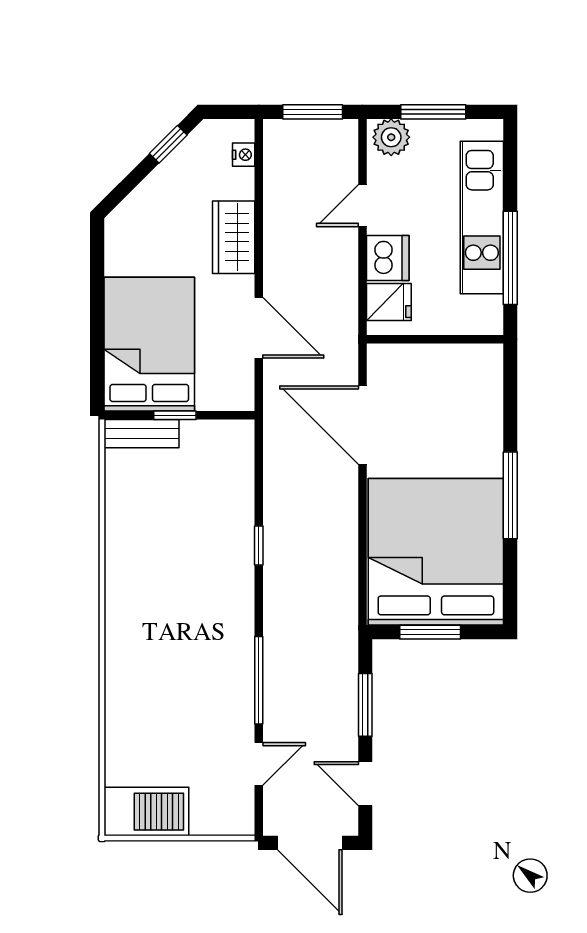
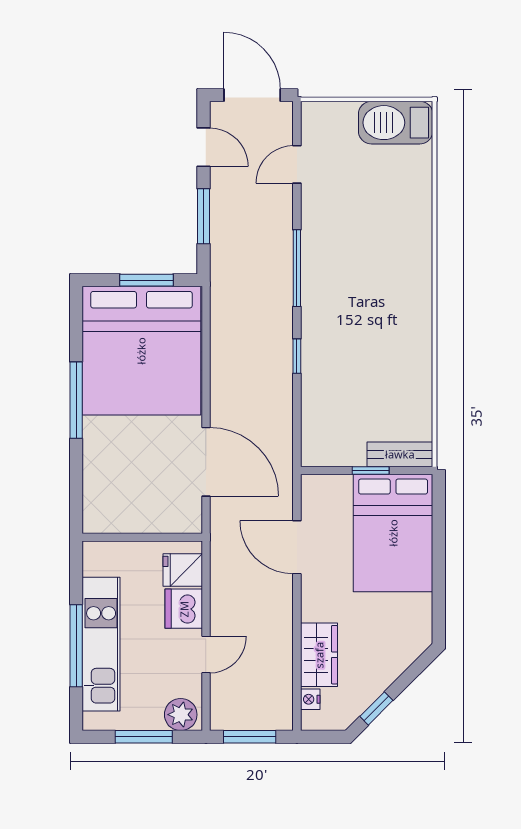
wardrobe: (234, 237) -> (319, 655), moved
window: (510, 258) -> (76, 646), moved
window: (259, 680) -> (297, 268), moved

